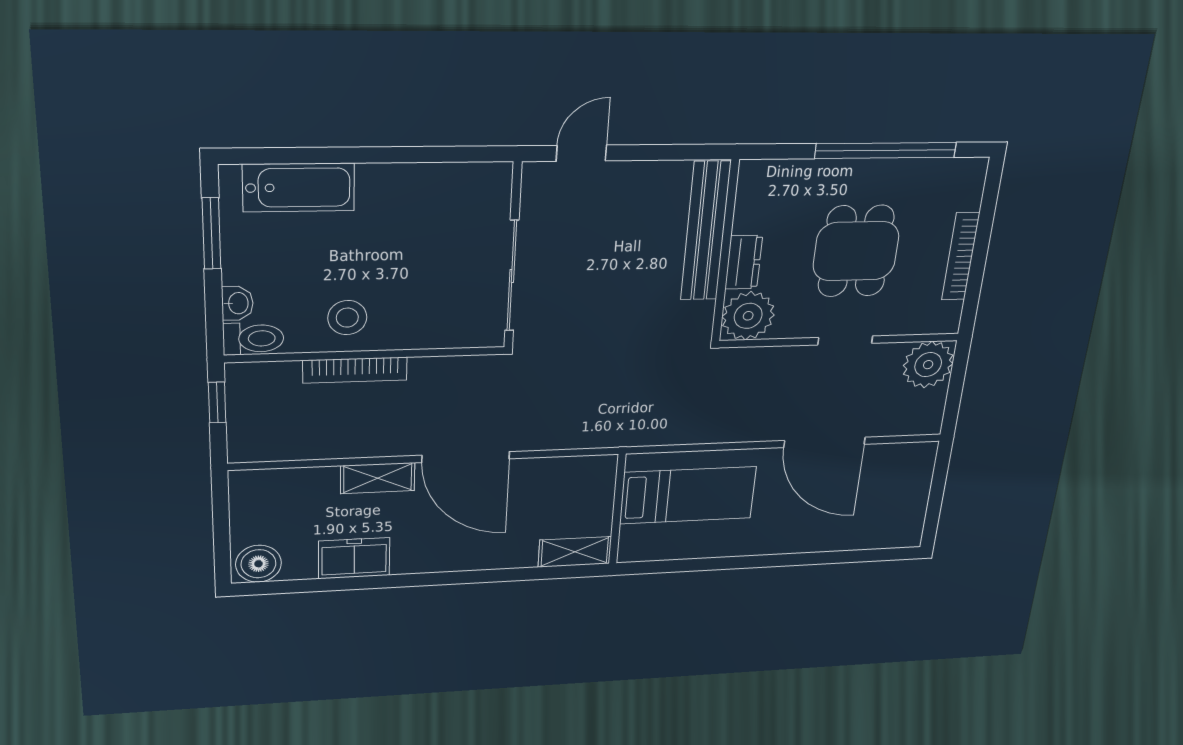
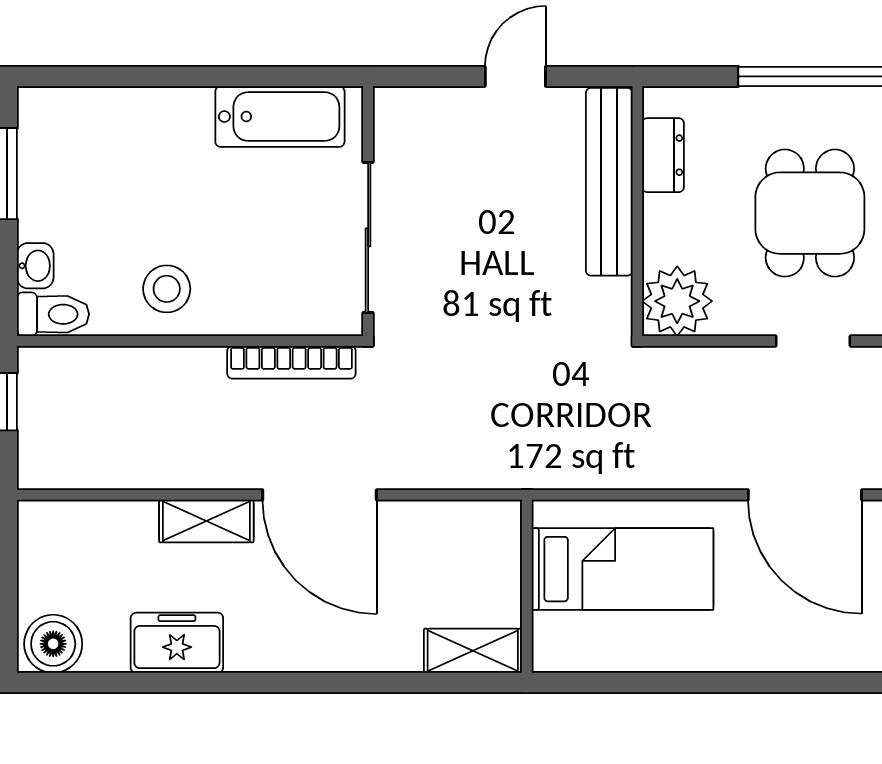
door: (581, 153) -> (515, 76), moved
bathtub: (299, 188) -> (280, 117), moved
dresser: (744, 262) -> (663, 155), moved
bookcase: (355, 370) -> (291, 362), moved

